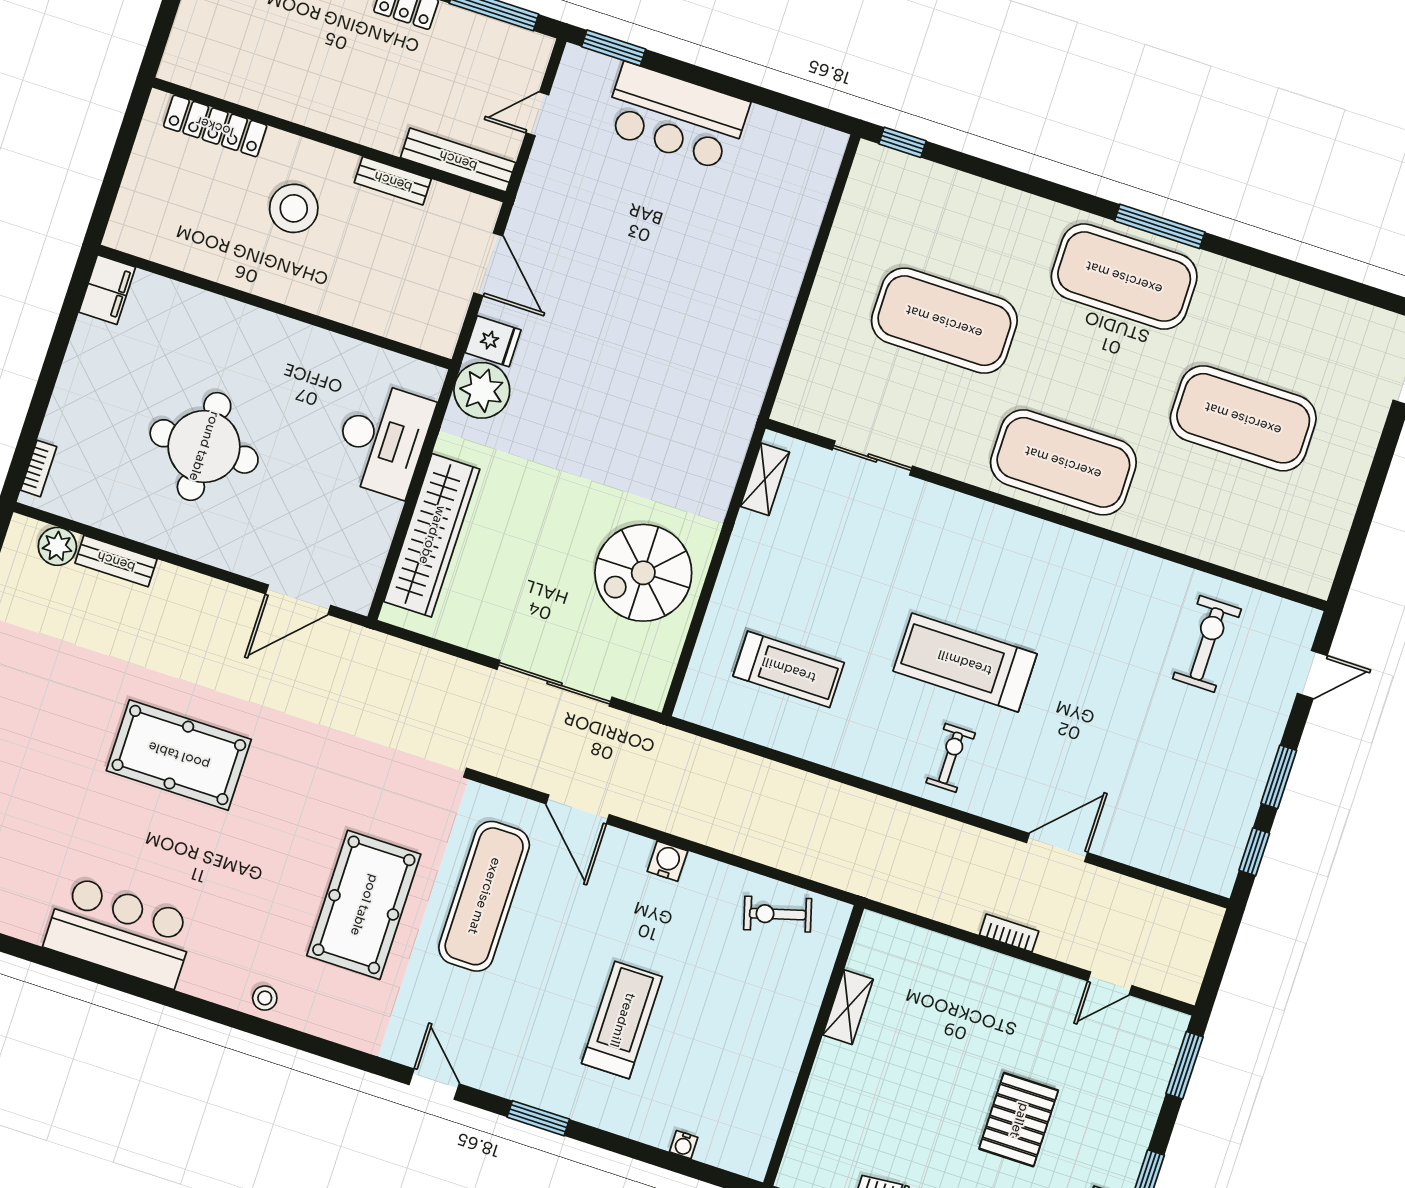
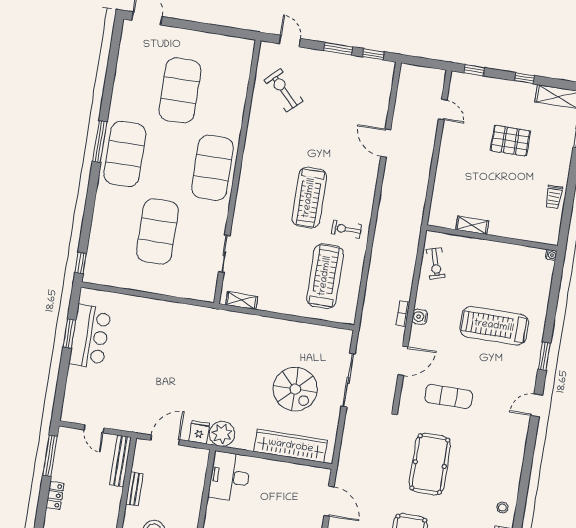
window: (614, 48) -> (69, 334), moved
bar counter: (676, 117) -> (90, 336), moved
desk: (383, 439) -> (230, 477), moved, turned -90
spiral stairs: (643, 573) -> (295, 389), moved
exercise bike: (1207, 644) -> (284, 90), turned 46
treadmill: (789, 669) -> (325, 276), width x1.37, depth x1.38
exercise bike: (951, 758) -> (346, 229), moved
exercise mat: (484, 896) -> (449, 396), width x0.73, depth x0.69
pool table: (364, 905) -> (430, 464), moved, turned 90
bookcase: (1009, 933) -> (403, 313), moved
stool: (265, 998) -> (502, 508), moved
treadmill: (622, 1020) -> (494, 326), width x1.37, depth x1.37
window: (1184, 1065) -> (474, 70), width x0.67
water cooler: (684, 1145) -> (551, 255), moved

